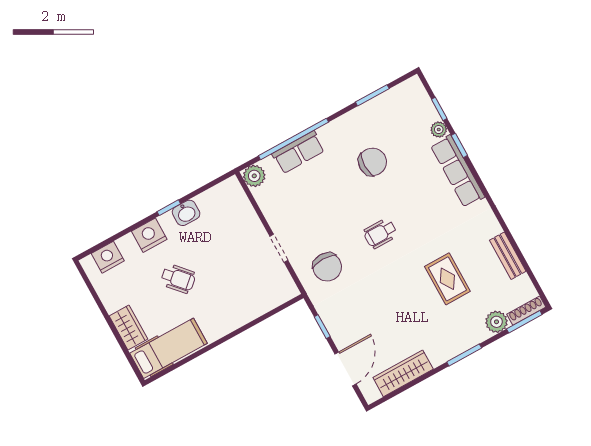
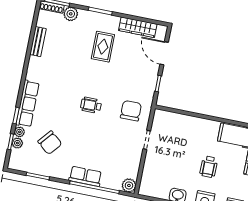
plant: (430, 114) -> (17, 143), added
row of seats: (298, 152) -> (85, 176), moved
chair: (372, 162) -> (50, 143), moved, turned -140
wheelchair: (380, 233) -> (91, 105), turned 180
wheelchair: (178, 279) -> (209, 167), turned -138
rug: (447, 279) -> (103, 47), moved
door: (345, 369) -> (164, 53), hinge flipped

